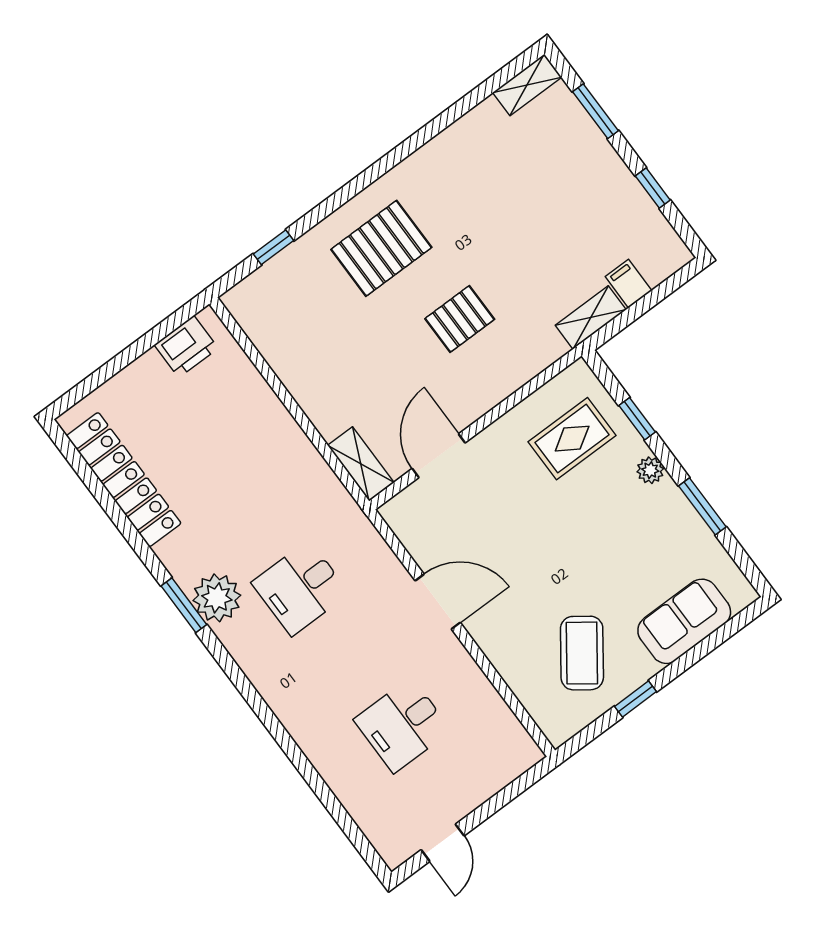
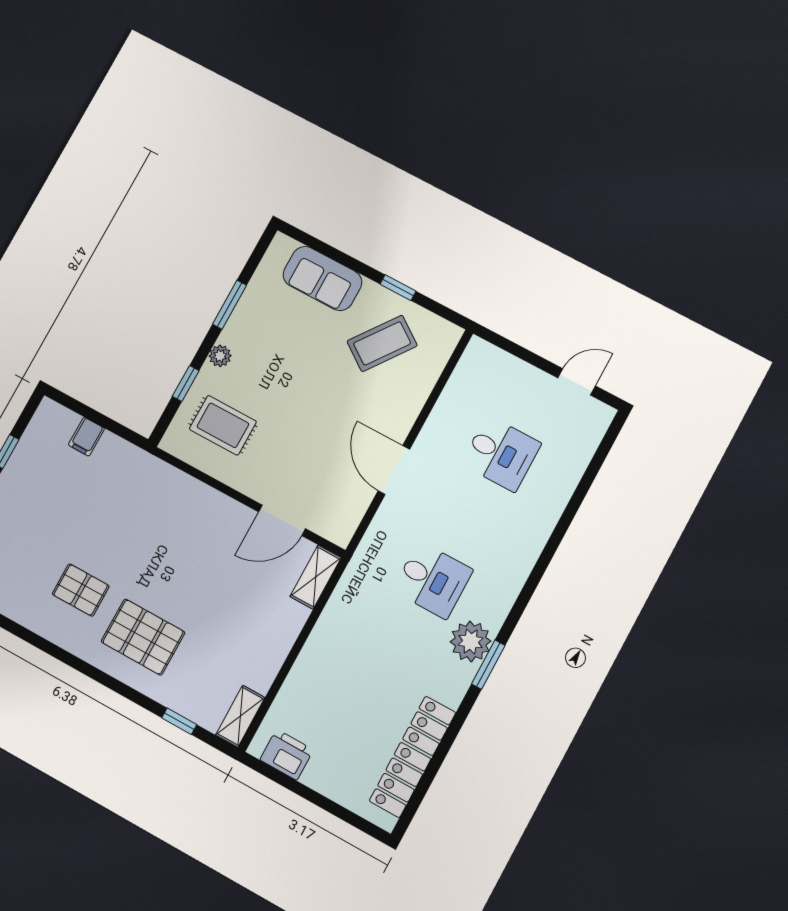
shelving: (591, 318) -> (240, 716), moved, turned 90
pallet: (460, 319) -> (81, 590), moved

